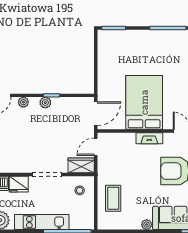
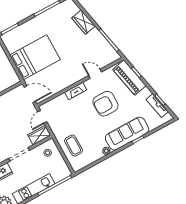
bed: (144, 102) -> (35, 57), moved, turned 90
door: (96, 114) -> (30, 94), hinge flipped

